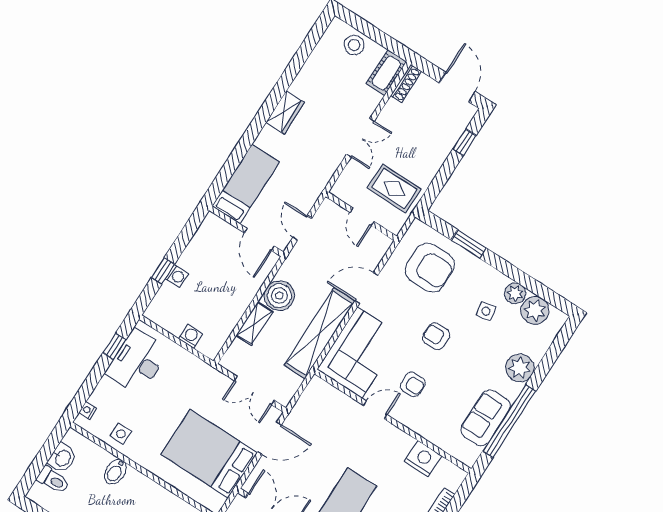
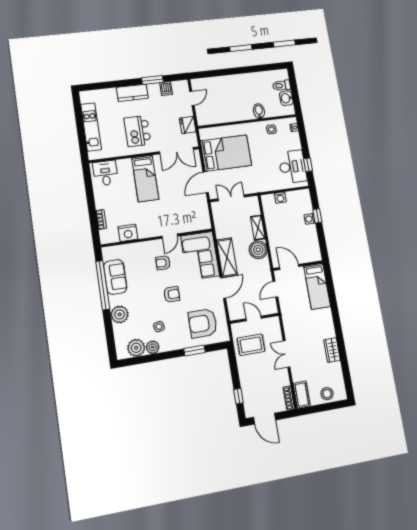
wardrobe: (285, 112) -> (332, 350), moved
door: (302, 228) -> (275, 289), swing flipped
shelving: (320, 333) -> (227, 257), width x0.68

